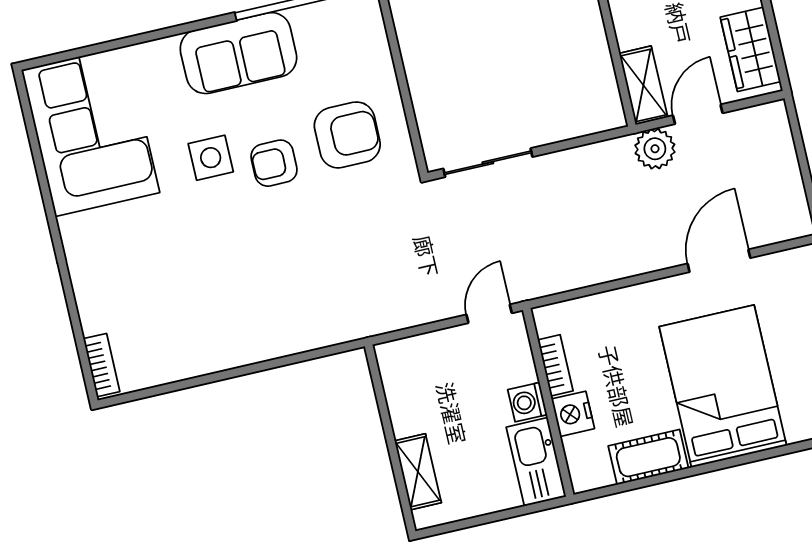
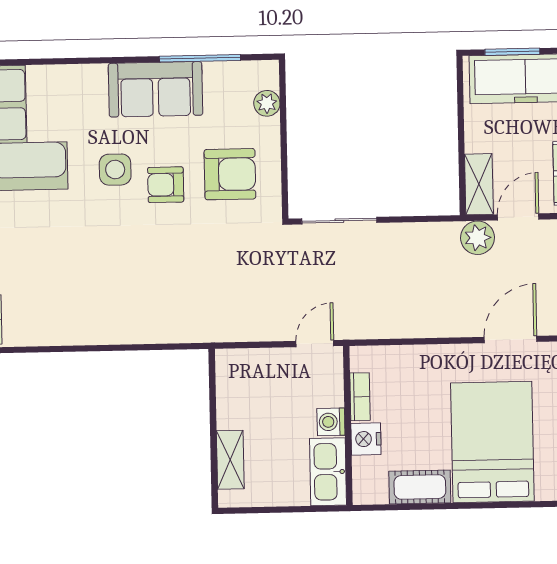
plant: (373, 42) -> (267, 103), added

